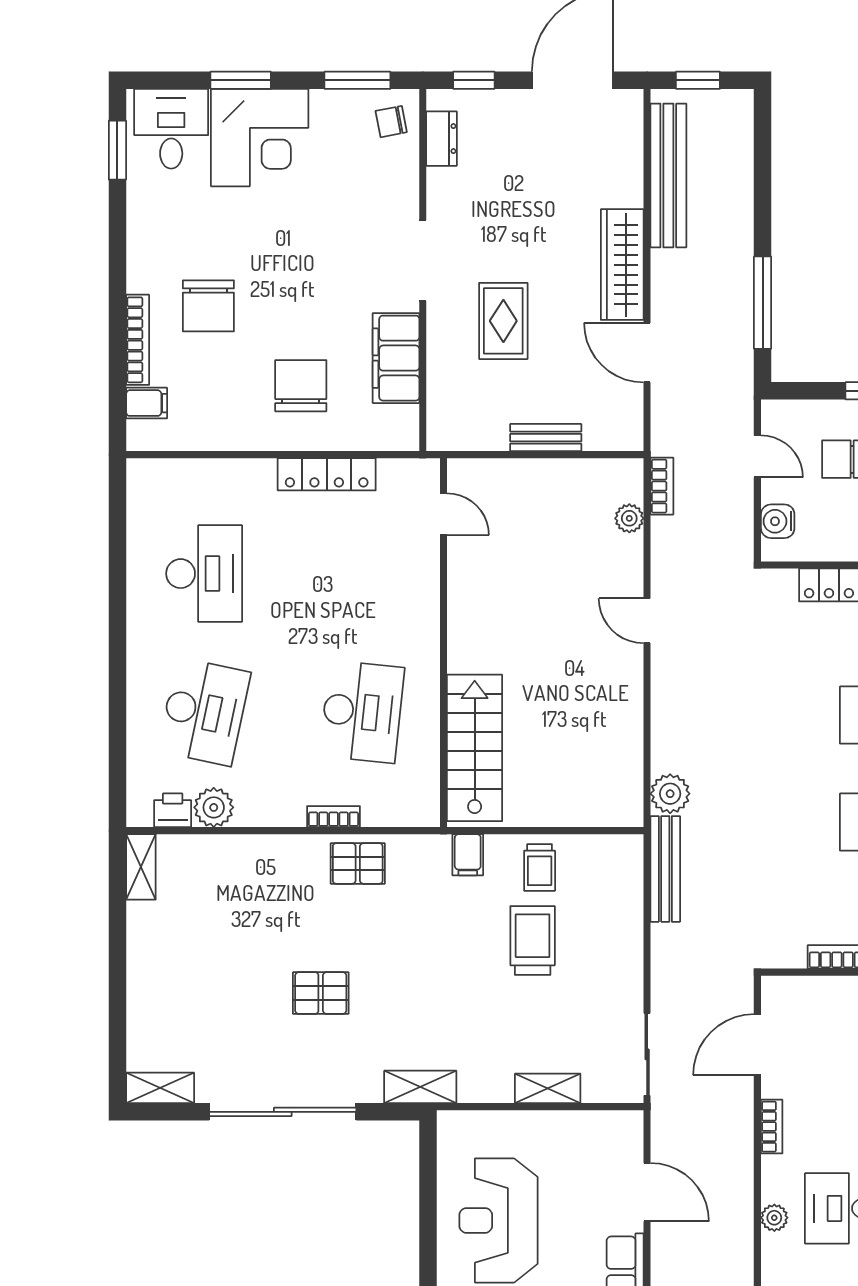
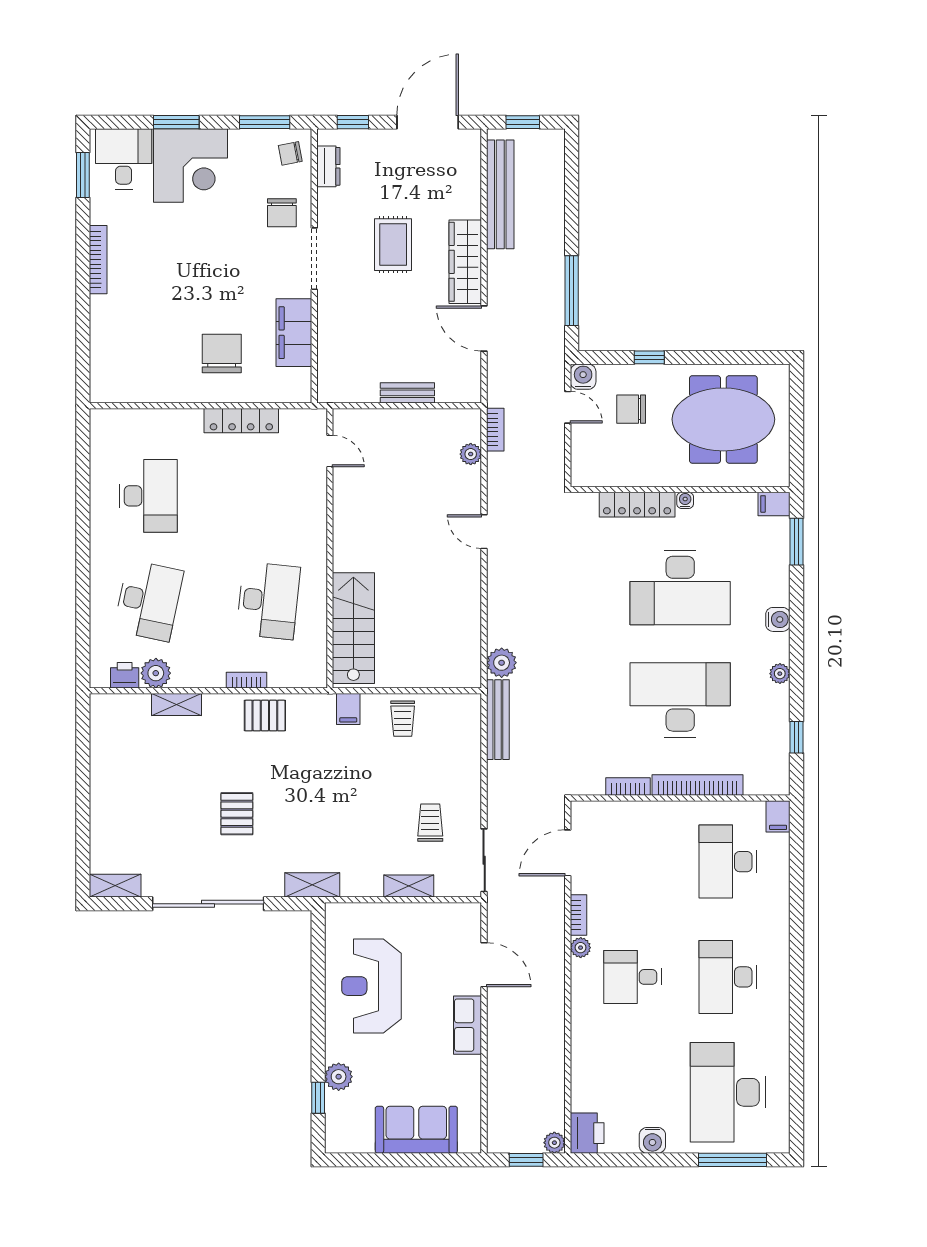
chair: (208, 306) -> (282, 213), moved, width x0.73, depth x0.73
rug: (503, 321) -> (393, 245), moved
bookcase: (138, 340) -> (98, 260), moved
filing cabinet: (147, 403) -> (105, 367), removed
water cooler: (778, 521) -> (583, 377), moved, turned 90
shelving: (141, 867) -> (177, 705), moved, turned 90
trolley: (533, 941) -> (430, 823), moved, width x0.73, depth x0.72
pallet: (321, 993) -> (237, 814), turned 90
plant: (774, 1218) -> (581, 948), moved

